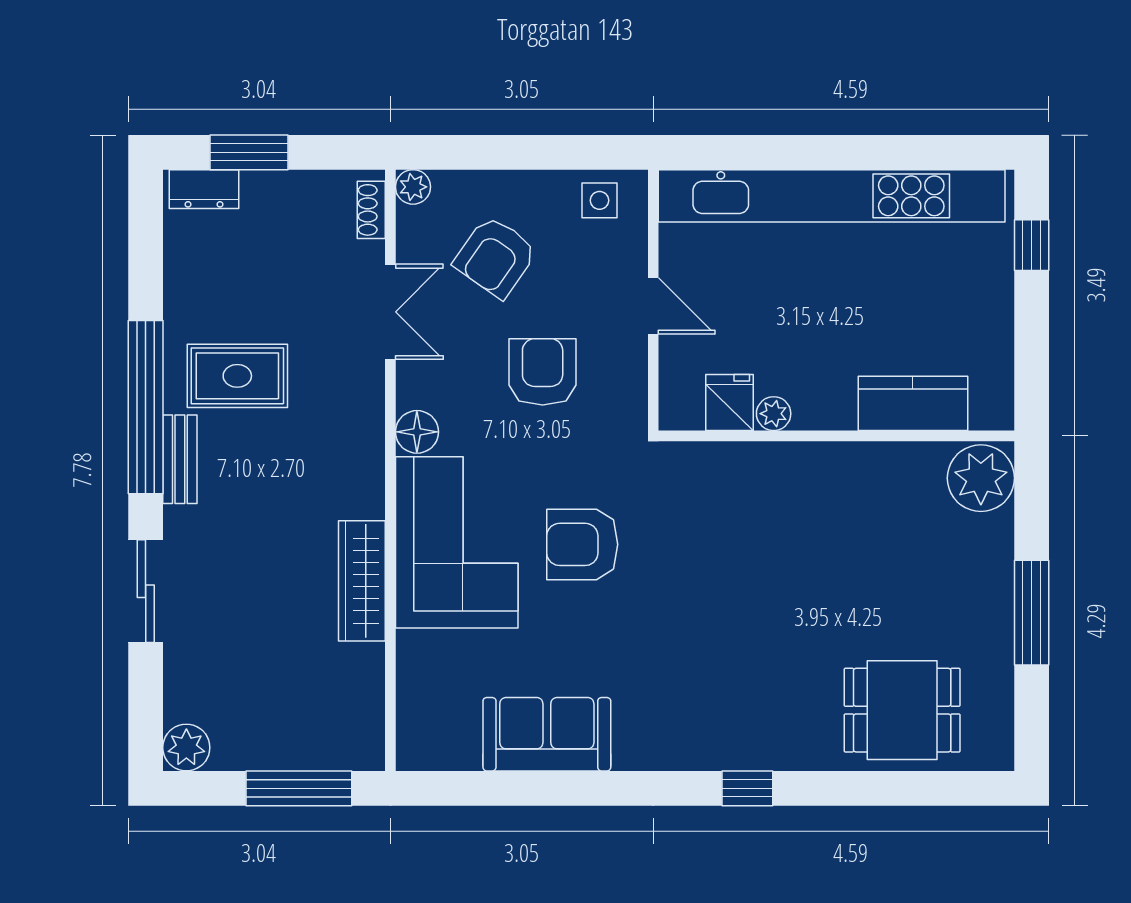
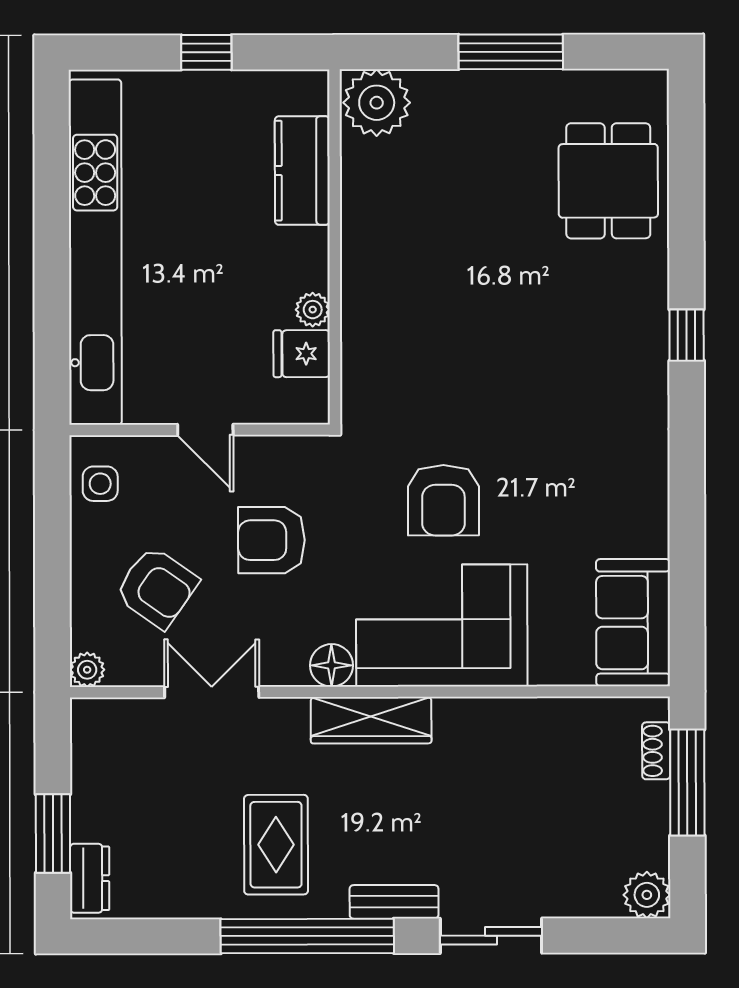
shoe rack: (371, 210) -> (656, 751), moved, turned 90
window: (1032, 245) -> (206, 52), moved
door: (653, 306) -> (205, 430), swing flipped
bench: (180, 459) -> (394, 902), moved
wardrobe: (362, 581) -> (371, 720), moved
sofa: (547, 734) -> (633, 623), moved

